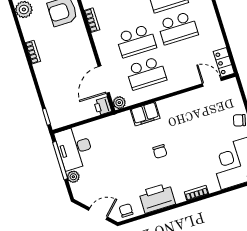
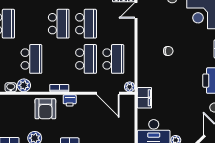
printer: (103, 106) -> (70, 100), moved
filing cabinet: (145, 114) -> (144, 98), moved
chair: (160, 151) -> (168, 51), moved

